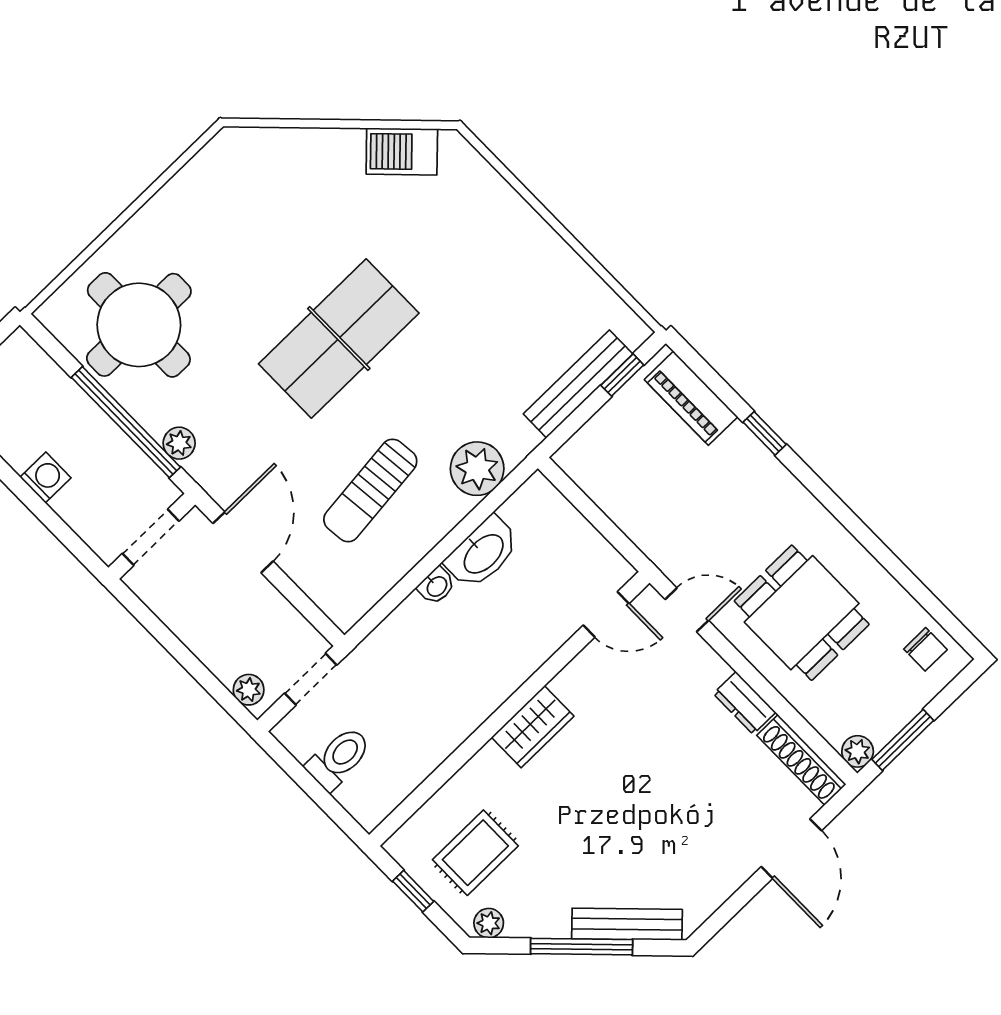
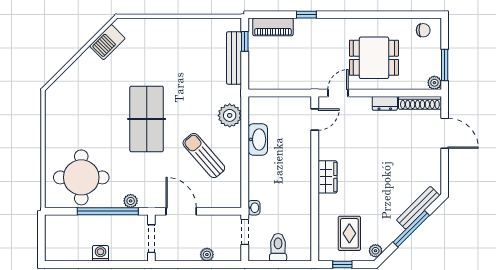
sun lounger: (370, 490) -> (204, 156), turned 145
washbasin: (436, 586) -> (254, 208), moved
plant: (249, 690) -> (207, 255), moved

